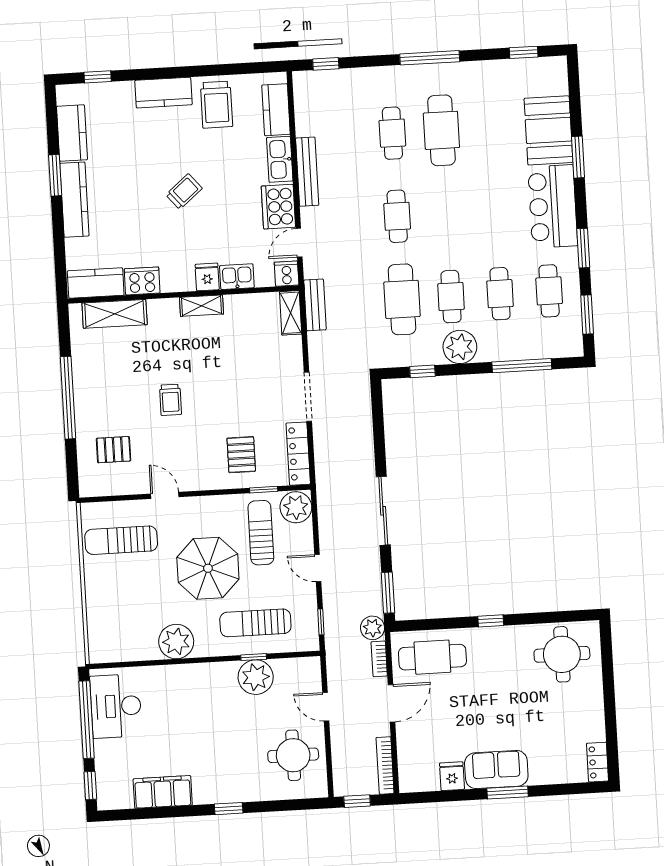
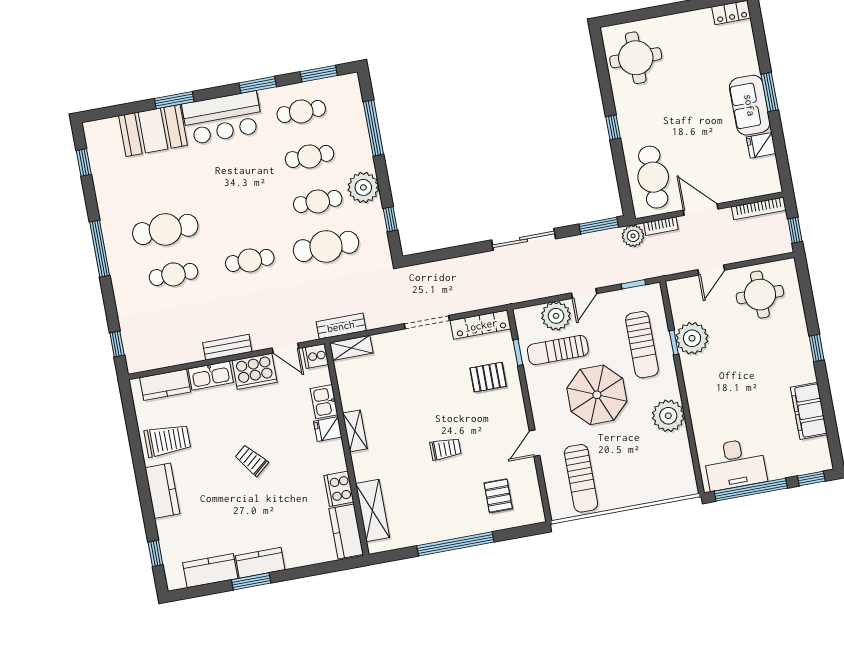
bench: (307, 172) -> (227, 347), width x0.73
kitchen counter: (74, 200) -> (260, 563), width x0.67
plant: (296, 507) -> (556, 316), moved

